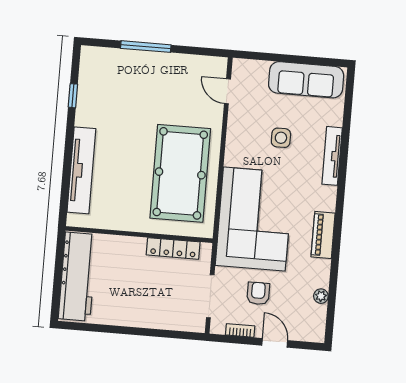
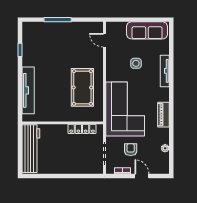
pool table: (180, 173) -> (82, 87), width x0.73, depth x0.76

